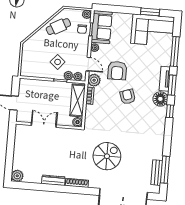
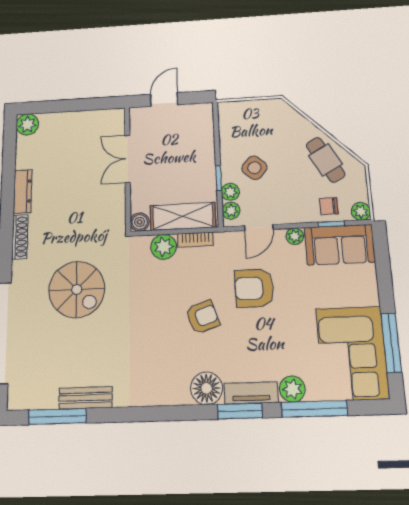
window: (150, 12) -> (391, 343), width x1.44
plant: (165, 60) -> (292, 389), added
plant: (94, 80) -> (164, 247), moved
window: (170, 111) -> (182, 413), removed
double door: (44, 125) -> (127, 159), swing flipped
bench: (157, 173) -> (86, 398), moved

